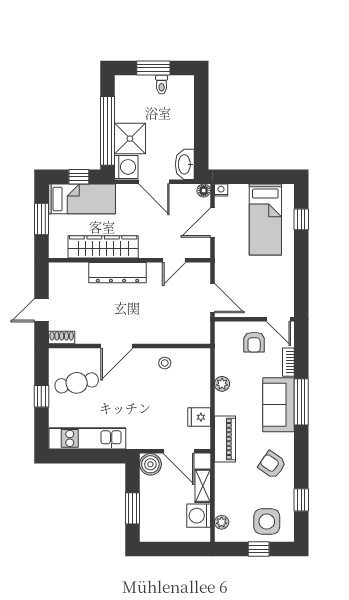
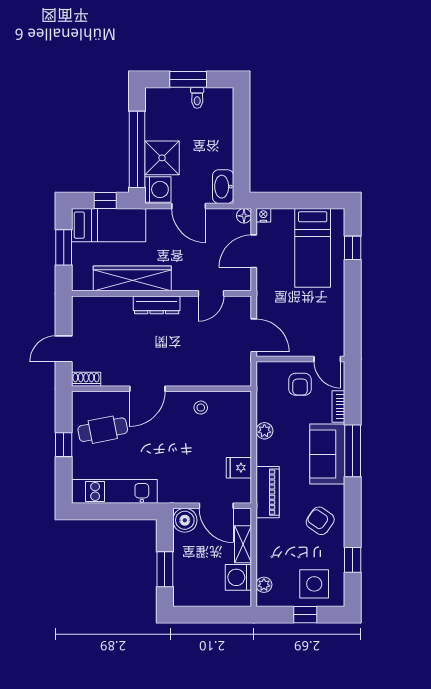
dresser: (118, 273) -> (157, 305), width x0.73, depth x0.80

